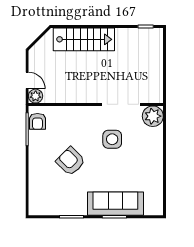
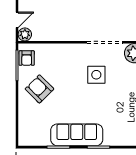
door: (27, 80) -> (17, 20), hinge flipped
armchair: (71, 161) -> (39, 89), moved
sofa: (115, 204) -> (77, 135), moved

